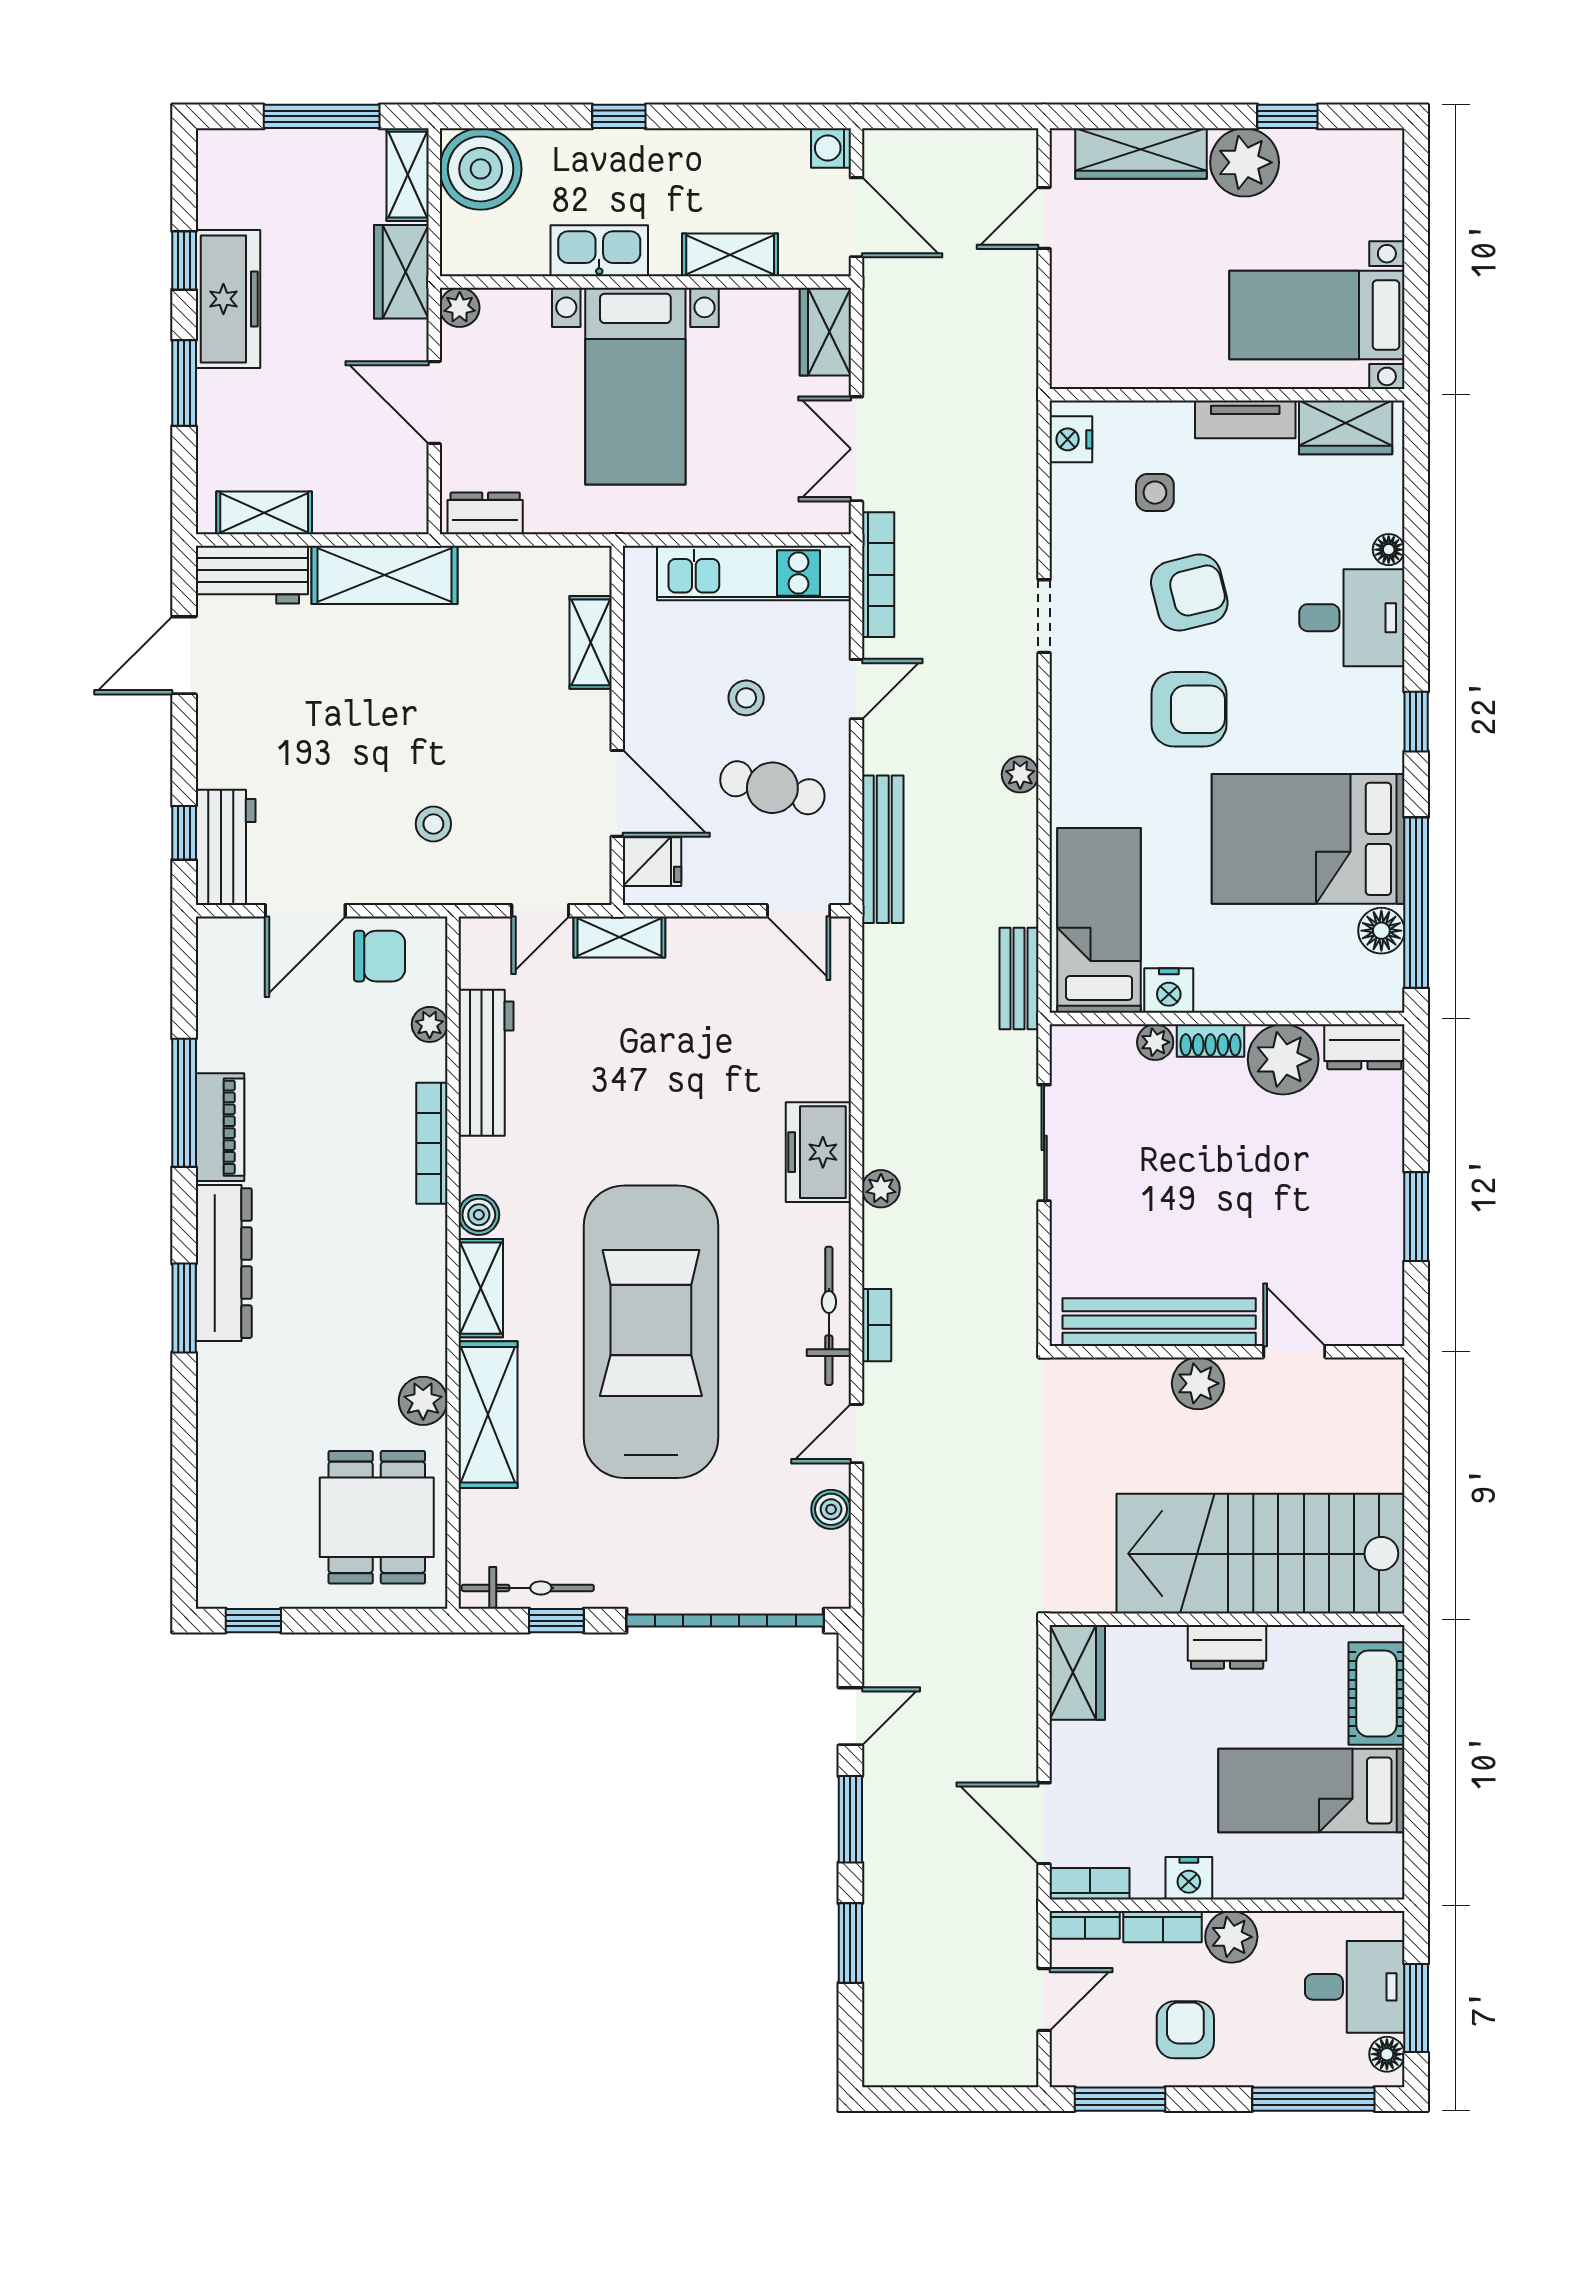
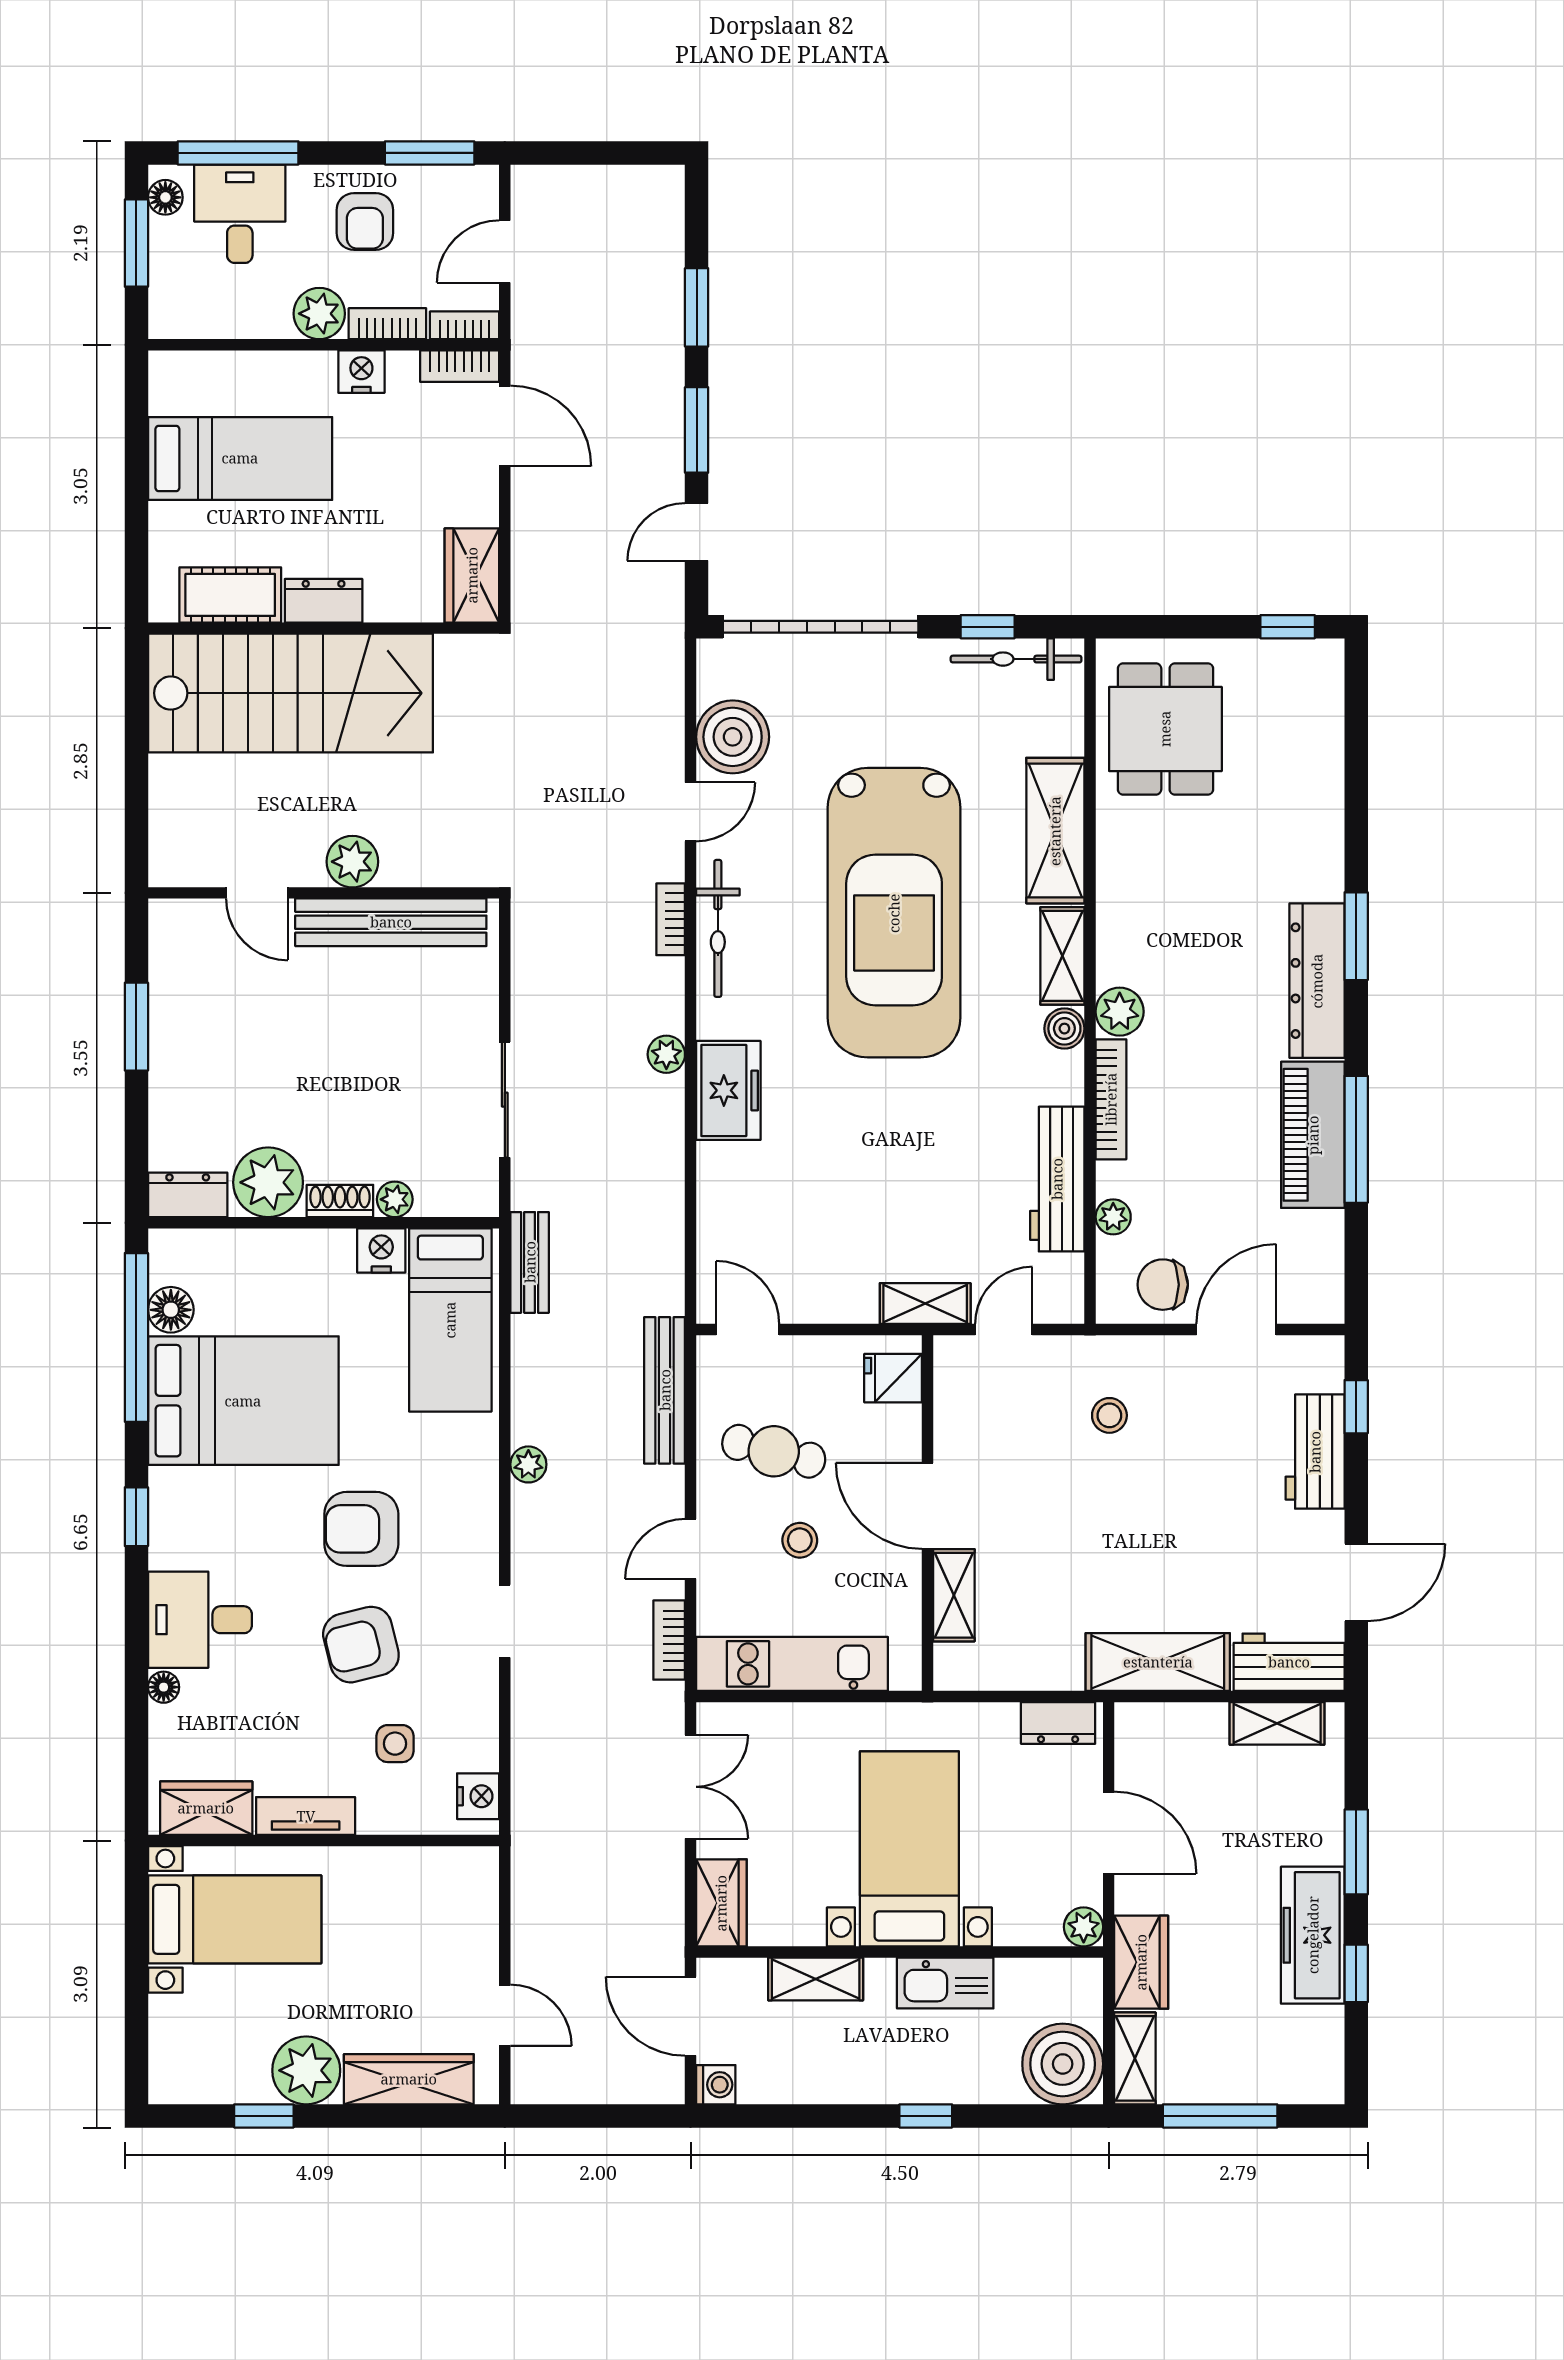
door: (1044, 218) -> (505, 2015), hinge flipped
bookcase: (878, 575) -> (669, 1640), width x0.64
door: (617, 793) -> (927, 1506), moved
workbench: (226, 847) -> (1315, 1452), moved
piano: (220, 1127) -> (1313, 1135), width x1.37, depth x1.33
plant: (423, 1401) -> (1120, 1012), moved
boiler: (831, 1509) -> (733, 737), width x1.86, depth x1.86
cot: (1376, 1694) -> (230, 595), moved, turned 90
desk: (1355, 1987) -> (240, 214), moved, turned 90

